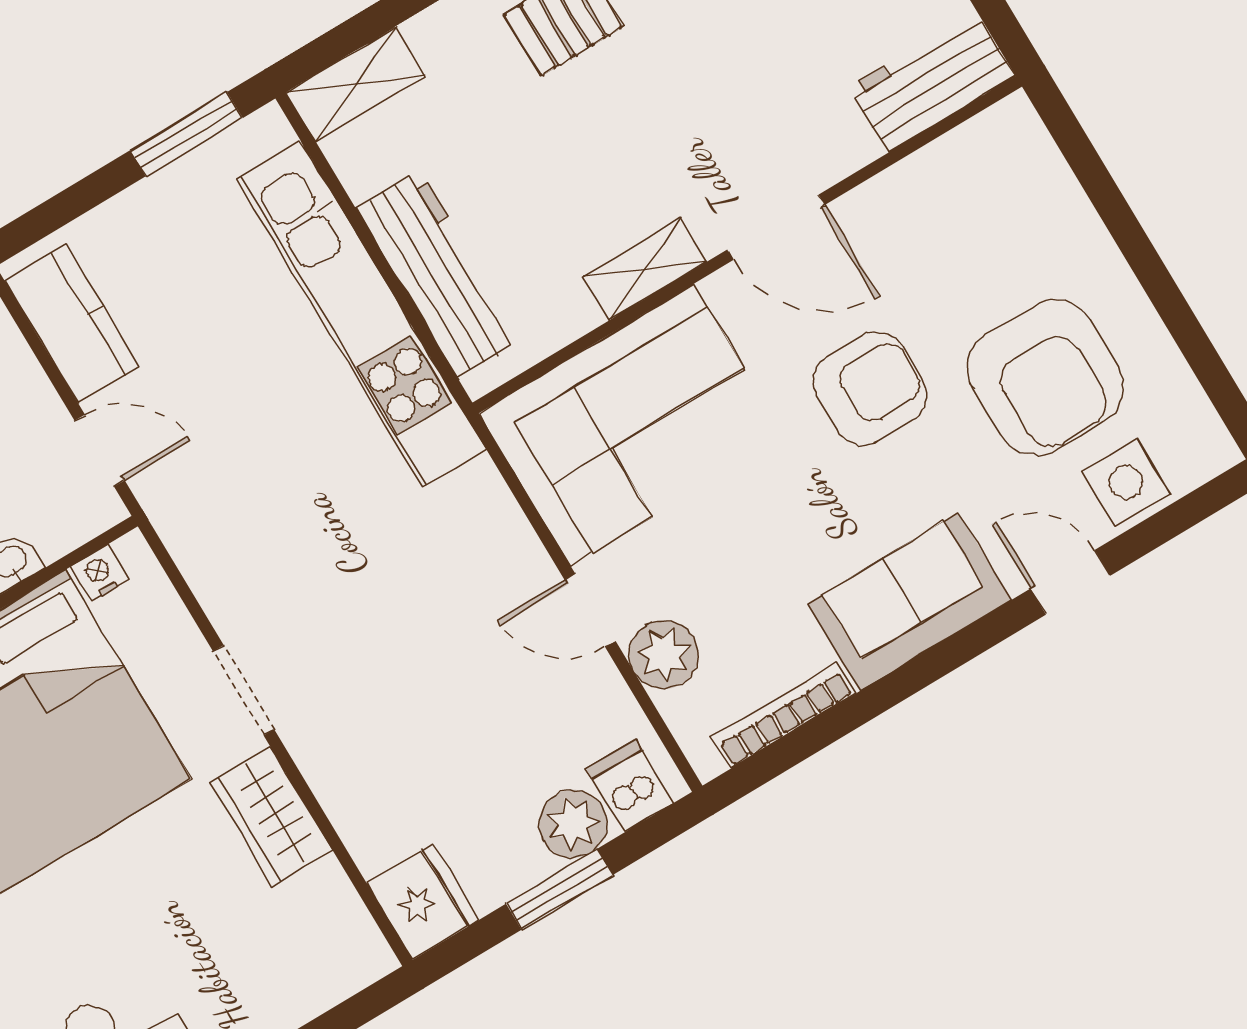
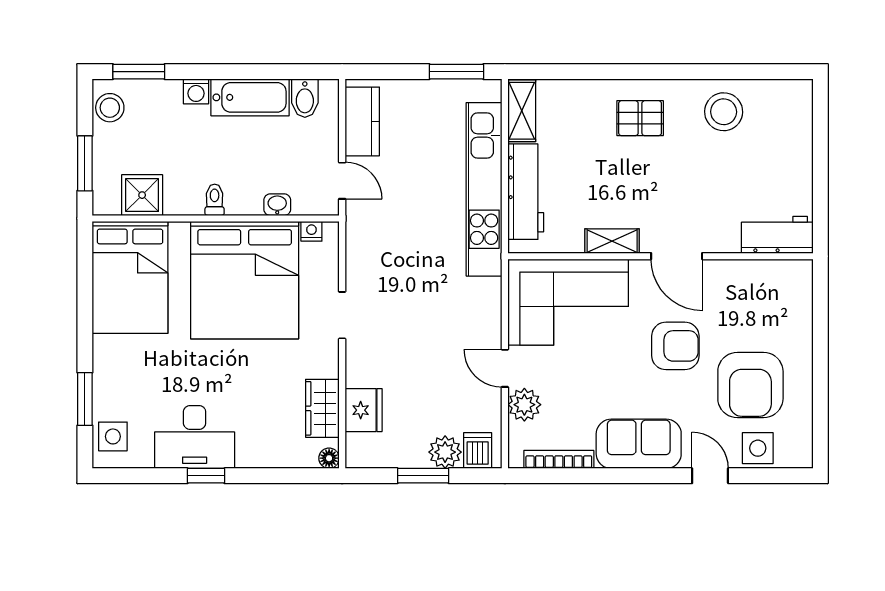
shelving: (356, 84) -> (522, 111), moved, turned 90
wardrobe: (271, 816) -> (322, 408), moved
fridge: (423, 902) -> (364, 410), moved
floor lamp: (373, 959) -> (329, 458), added

